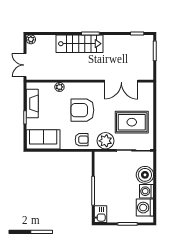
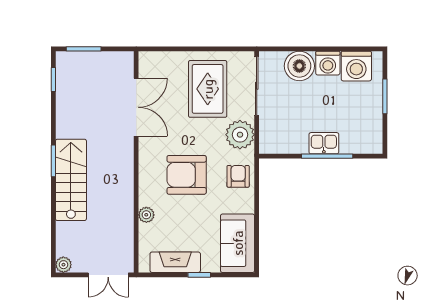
armchair: (82, 110) -> (187, 175), turned 90
kitchen sink: (101, 214) -> (324, 143), moved

